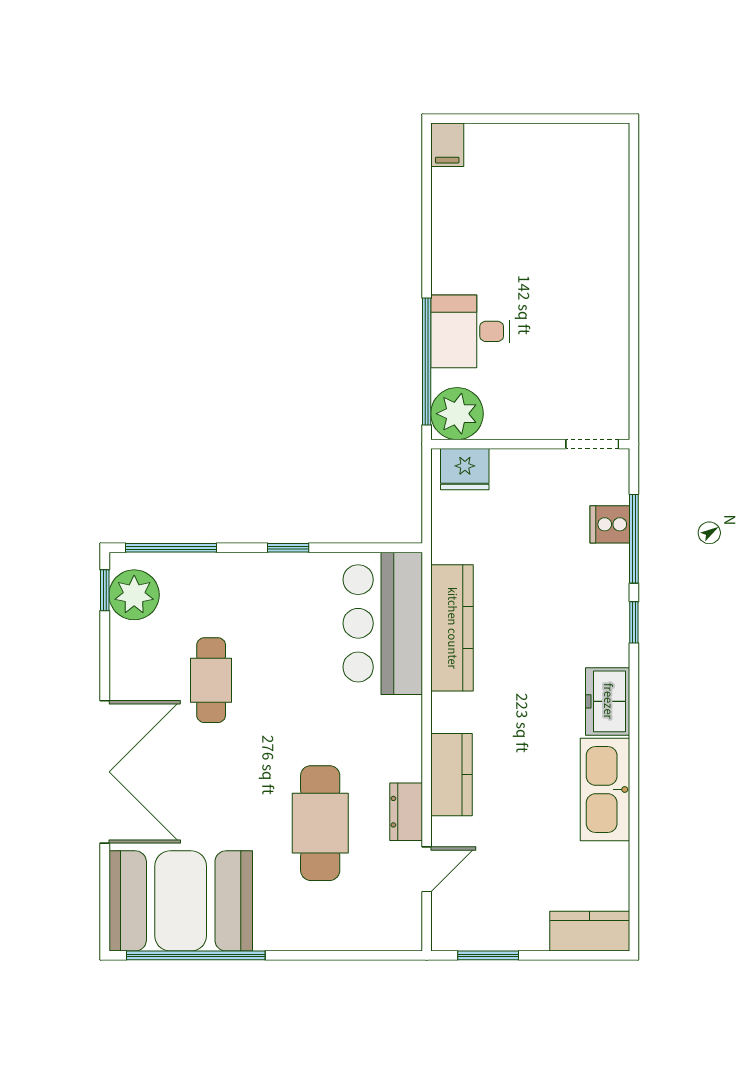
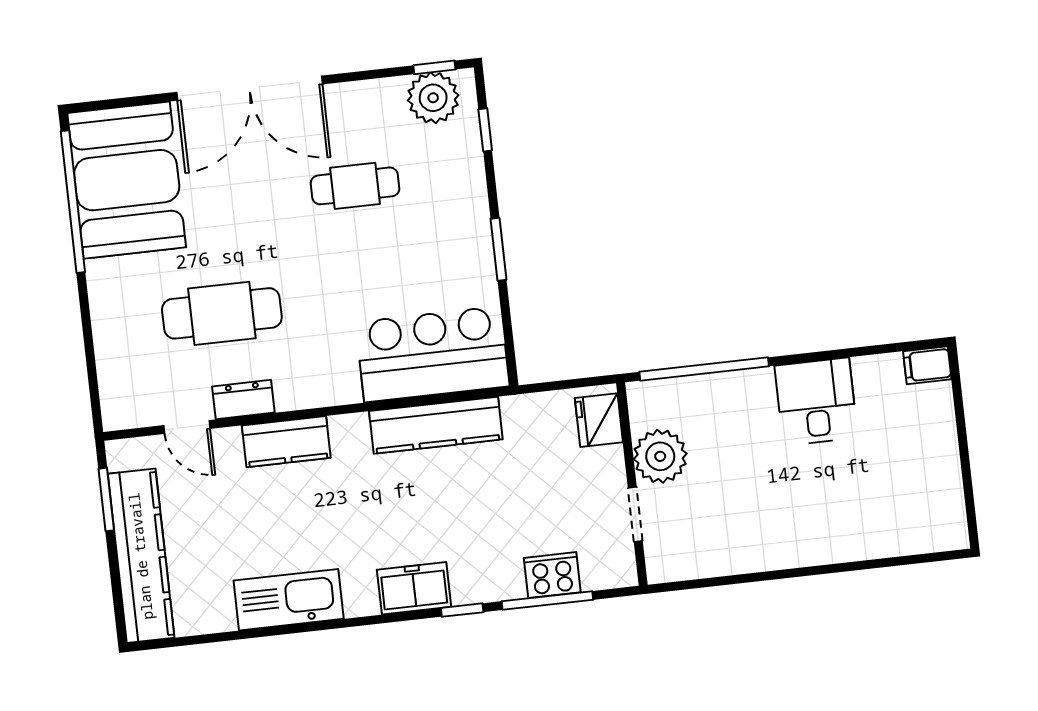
desk: (470, 331) -> (816, 402), moved
plant: (457, 414) -> (660, 456), moved
doorway: (592, 444) -> (635, 514), moved
cooker: (610, 524) -> (552, 575), width x1.36
window: (171, 548) -> (485, 130), width x0.46
window: (288, 548) -> (499, 249), width x1.50
freezer: (608, 701) -> (414, 588), moved
kitchen counter: (590, 931) -> (141, 556), width x2.08, depth x1.17

